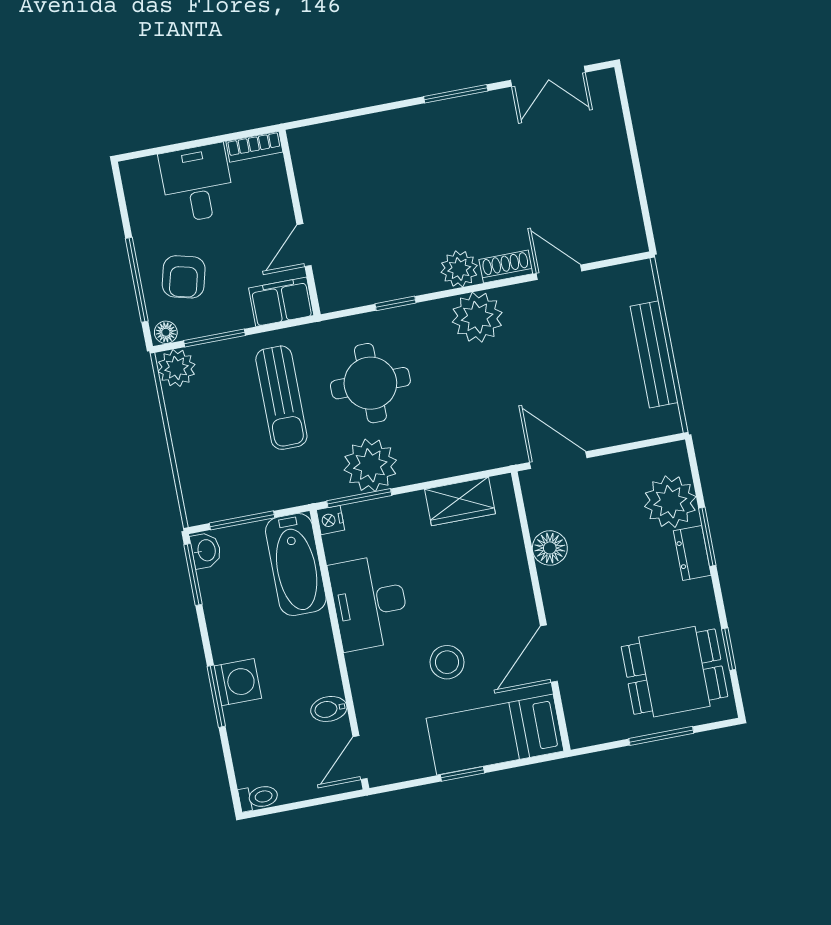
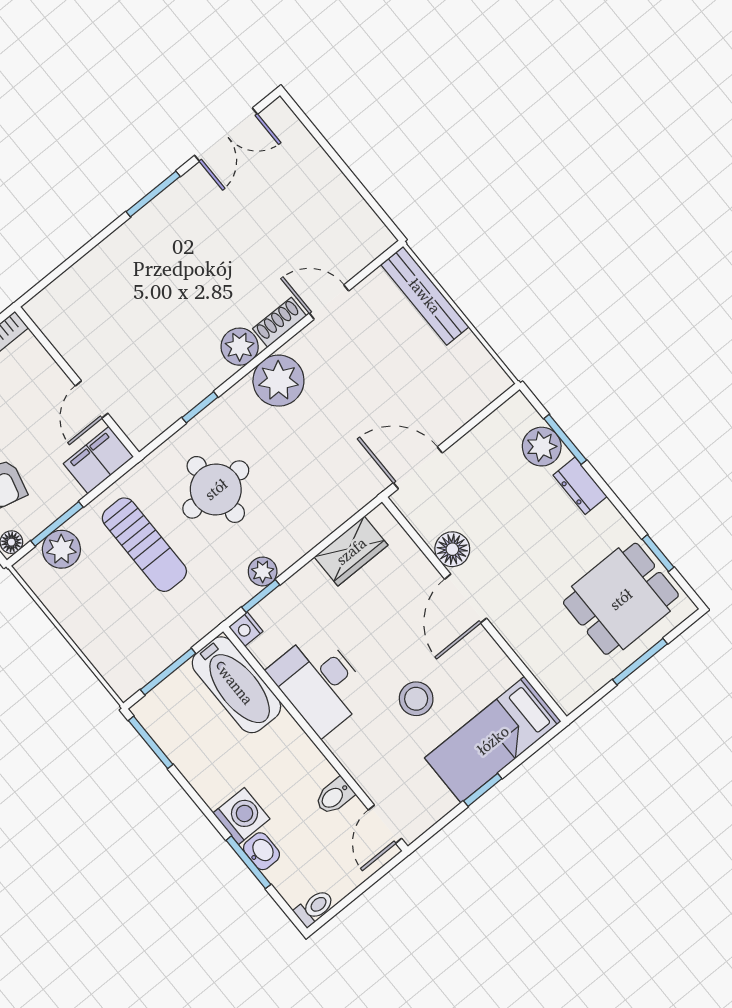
bench: (654, 354) -> (425, 296), moved
plant: (176, 368) -> (61, 549), moved
plant: (370, 465) -> (263, 572), width x0.53, depth x0.53
window: (359, 498) -> (261, 596), width x0.67
plant: (670, 502) -> (542, 447), width x0.73, depth x0.73
window: (707, 537) -> (565, 439), moved
washbasin: (206, 550) -> (261, 851), moved
door: (549, 654) -> (466, 599), moved
window: (216, 696) -> (248, 862), moved

